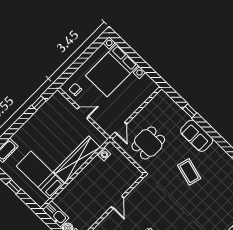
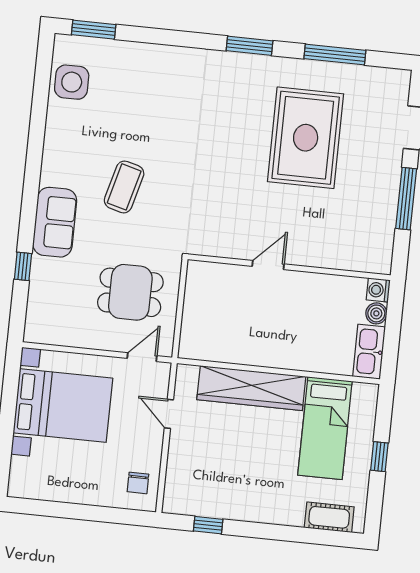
bed with nightstands: (112, 70) -> (63, 405), moved
door: (83, 113) -> (169, 414), moved
washing machine: (104, 154) -> (207, 351), removed

